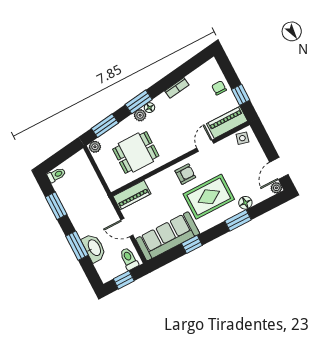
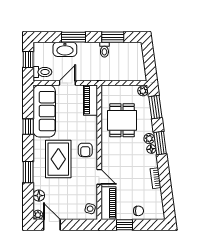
toilet: (56, 175) -> (104, 50), moved
floor lamp: (245, 203) -> (39, 196), moved

